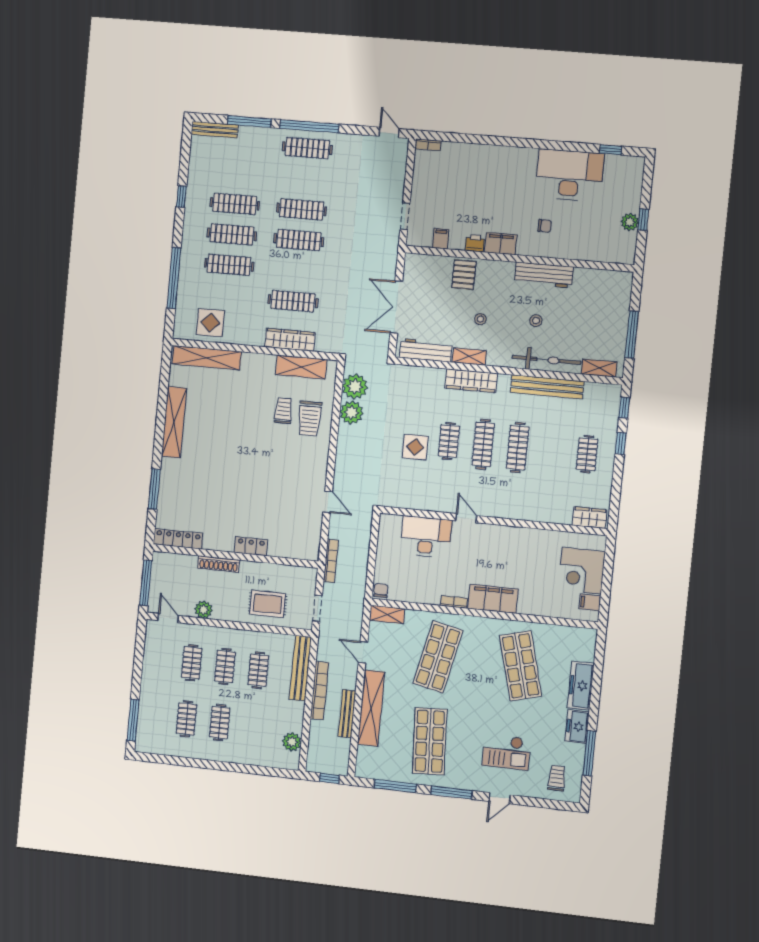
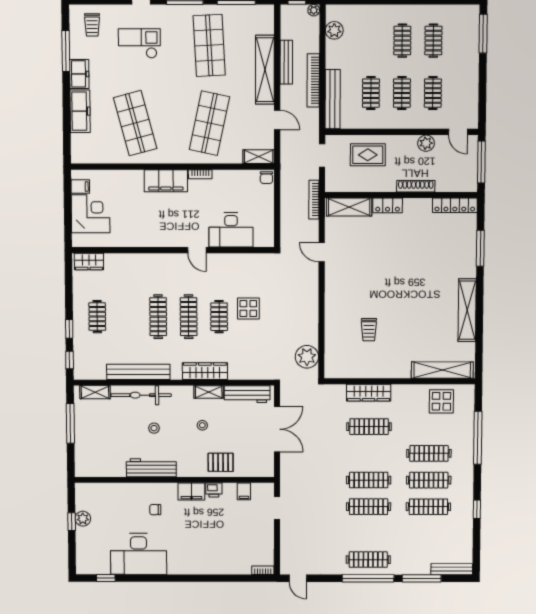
pallet: (464, 275) -> (221, 462), turned 90
shelving: (301, 367) -> (349, 207), moved
plant: (351, 413) -> (314, 10), moved, width x0.53, depth x0.53
trolley: (310, 418) -> (345, 325), removed

